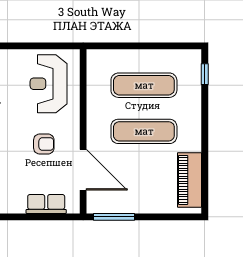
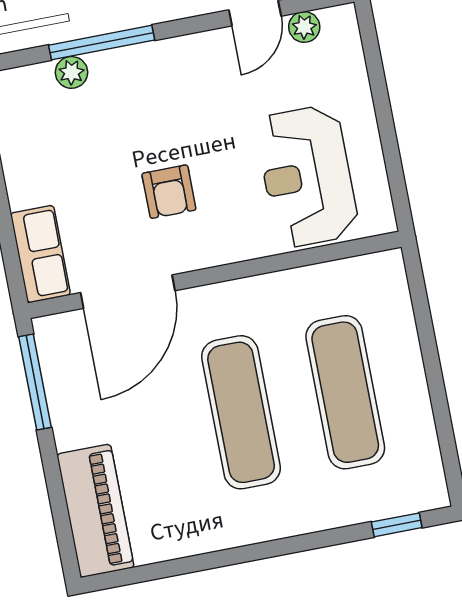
reception desk: (49, 84) -> (307, 176), turned -90
piano: (190, 180) -> (95, 511), moved, turned 90
row of seats: (46, 204) -> (40, 254), moved

